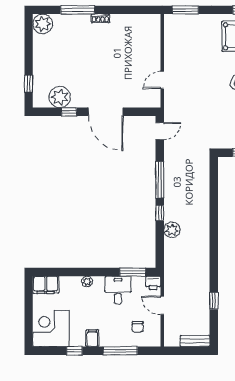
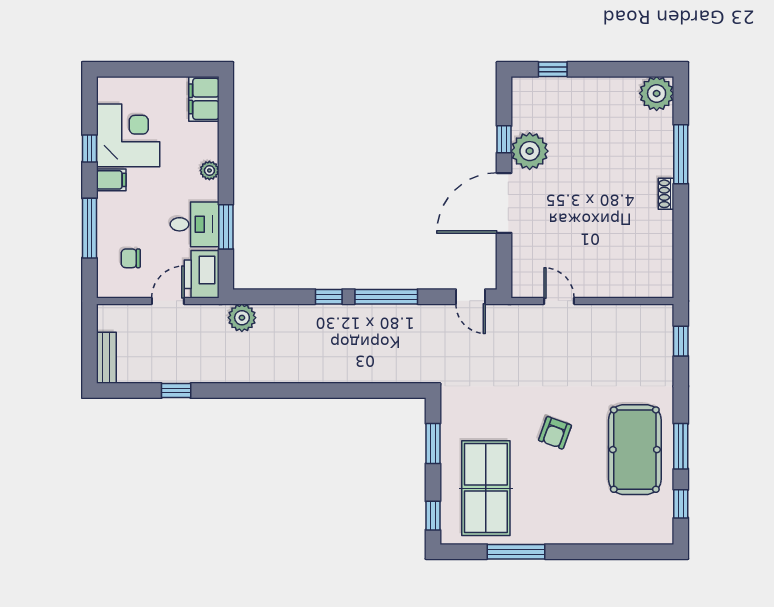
window: (185, 10) -> (681, 341), width x0.67
plant: (60, 97) -> (530, 151), moved
plant: (172, 230) -> (242, 318), moved
window: (133, 272) -> (226, 227), moved
printer: (153, 283) -> (202, 274), width x1.87, depth x1.48
corner desk: (51, 328) -> (128, 135), moved

